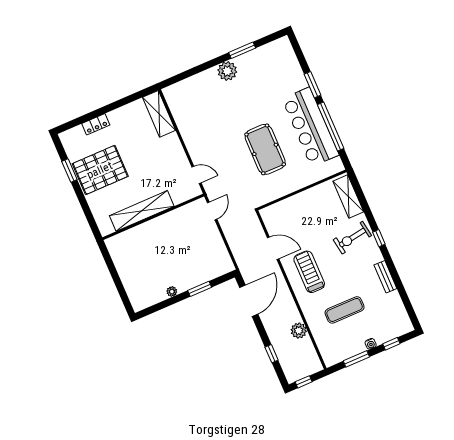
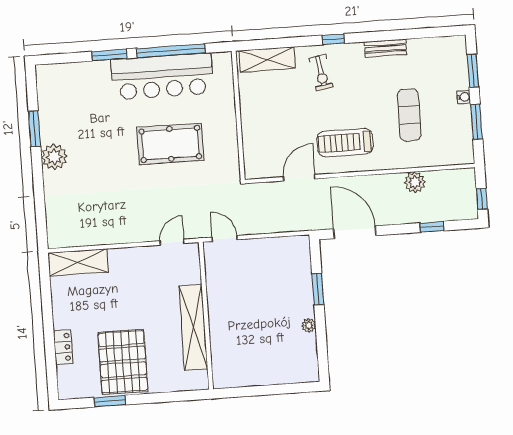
exercise bike: (352, 238) -> (321, 73), width x0.73, depth x0.72
window: (391, 344) -> (473, 71), width x1.50

